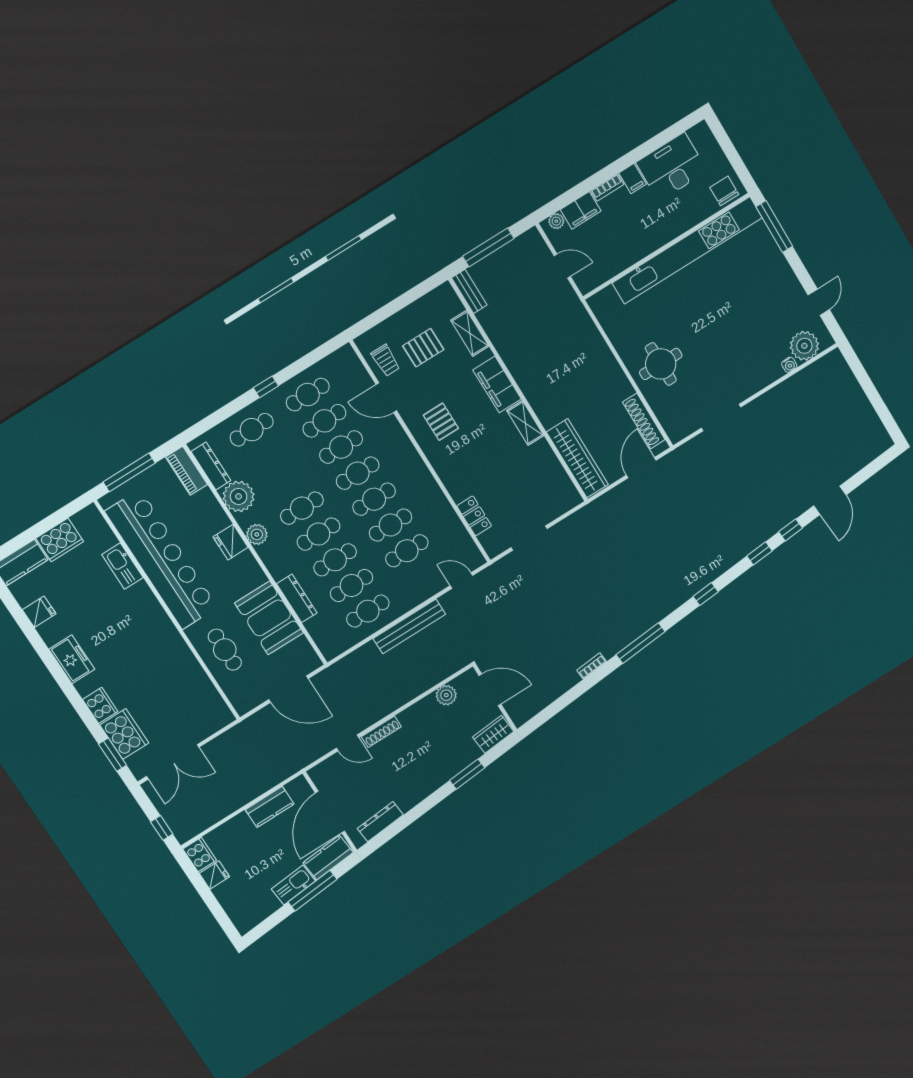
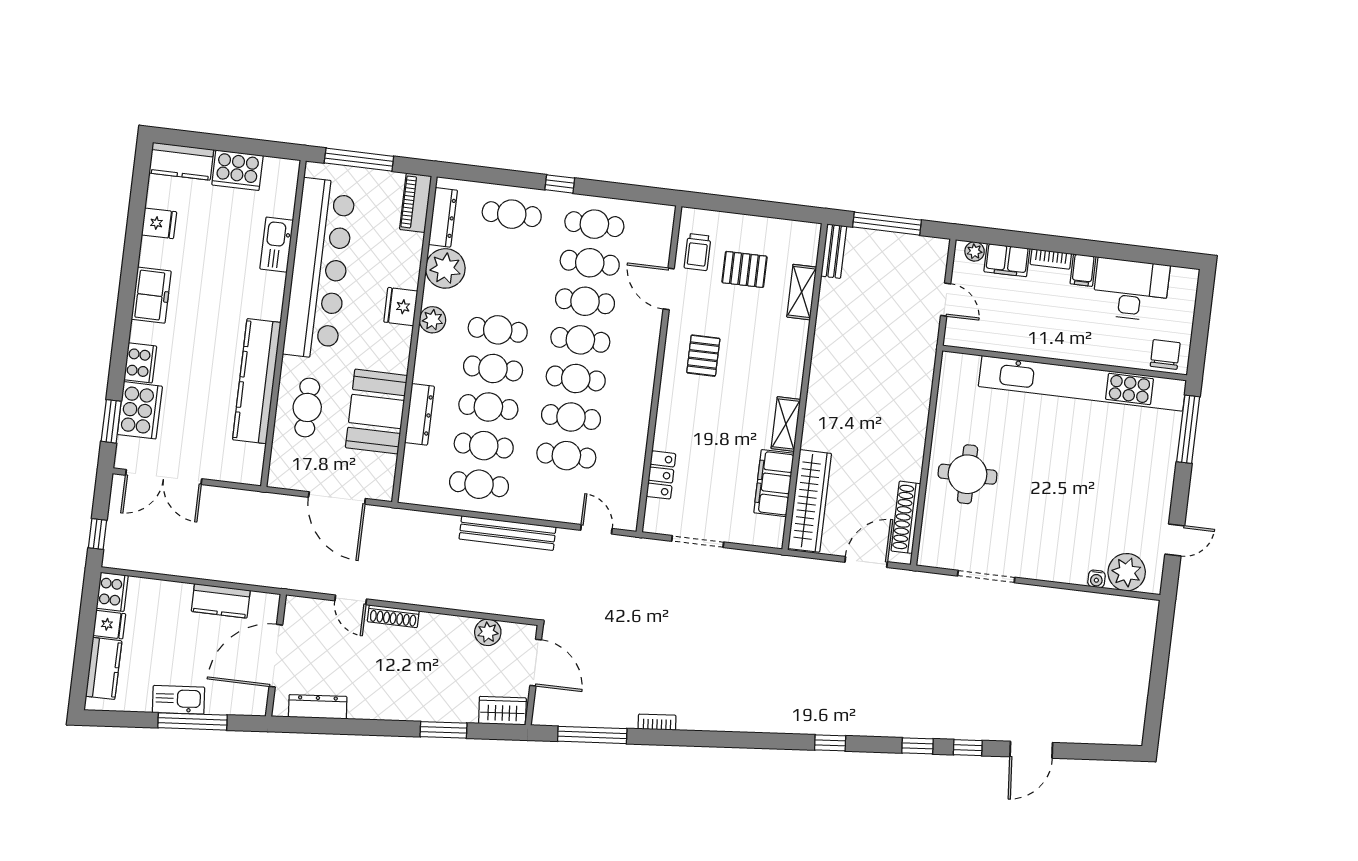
filing cabinet: (497, 384) -> (774, 483), moved
window: (641, 643) -> (592, 735), moved
kitchen counter: (181, 659) -> (257, 381), added
kitchen counter: (328, 858) -> (104, 668), moved, turned 95

